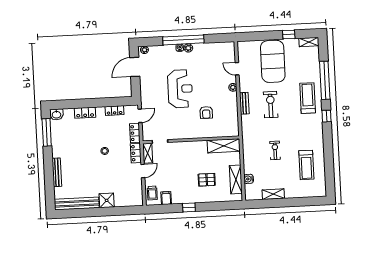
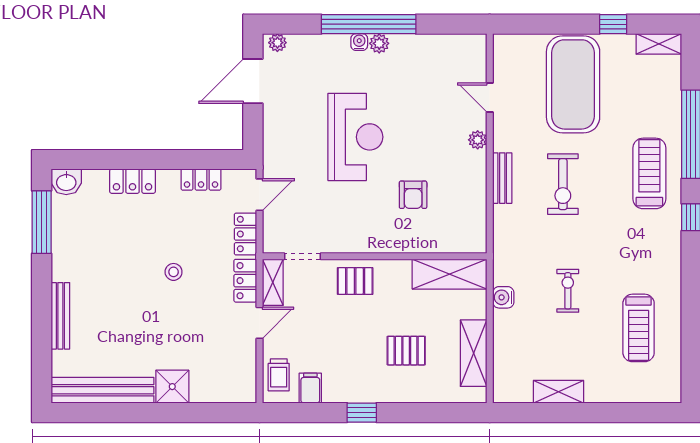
exercise bike: (271, 105) -> (563, 184), turned 180
pallet: (183, 151) -> (355, 281), added
water cooler: (249, 179) -> (503, 297), moved

